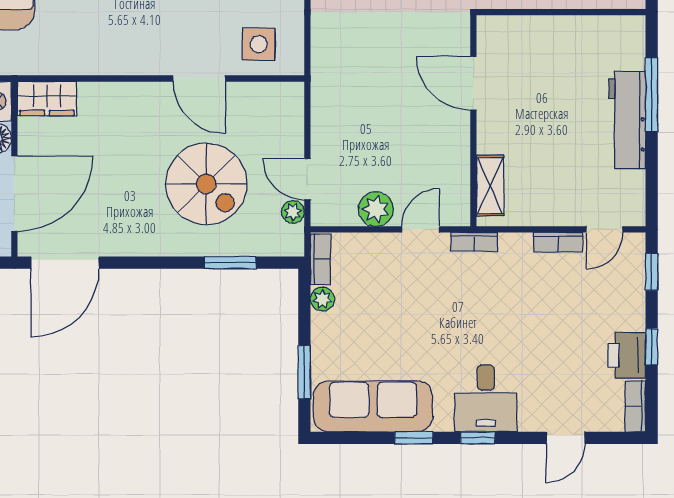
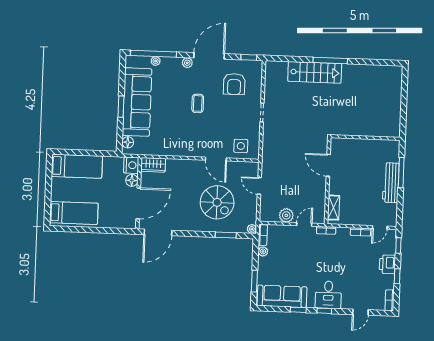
door: (307, 179) -> (259, 186), moved
plant: (293, 212) -> (252, 229), moved
printer: (627, 355) -> (387, 264), moved

